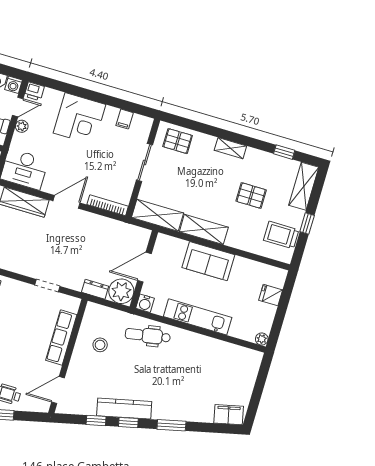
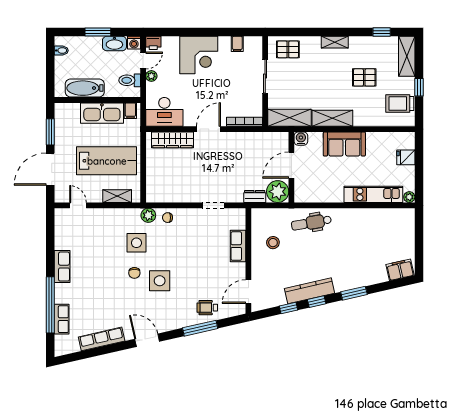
water cooler: (145, 303) -> (301, 139), moved, turned 180
kitchen unit: (198, 317) -> (373, 194), moved
row of seats: (61, 338) -> (238, 246), width x0.68

